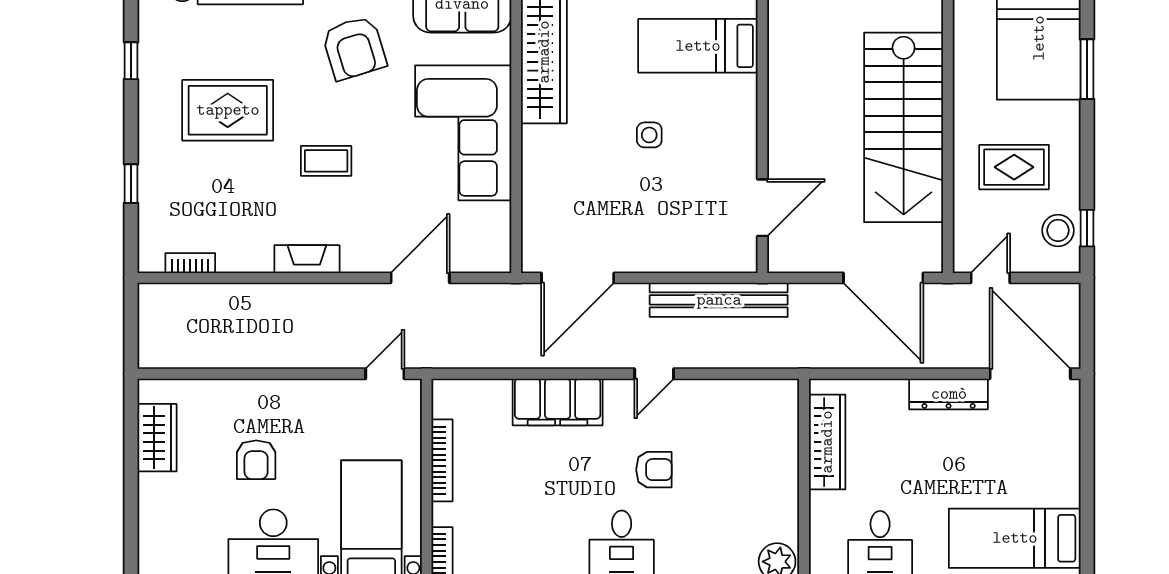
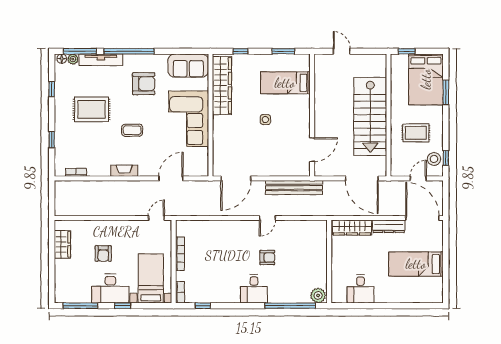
armchair: (354, 48) -> (144, 84), turned -73
door: (990, 278) -> (418, 178), moved
filing cabinet: (558, 402) -> (228, 230), removed
wardrobe: (827, 442) -> (352, 228), moved, turned 90
bed: (1015, 538) -> (416, 264), moved

